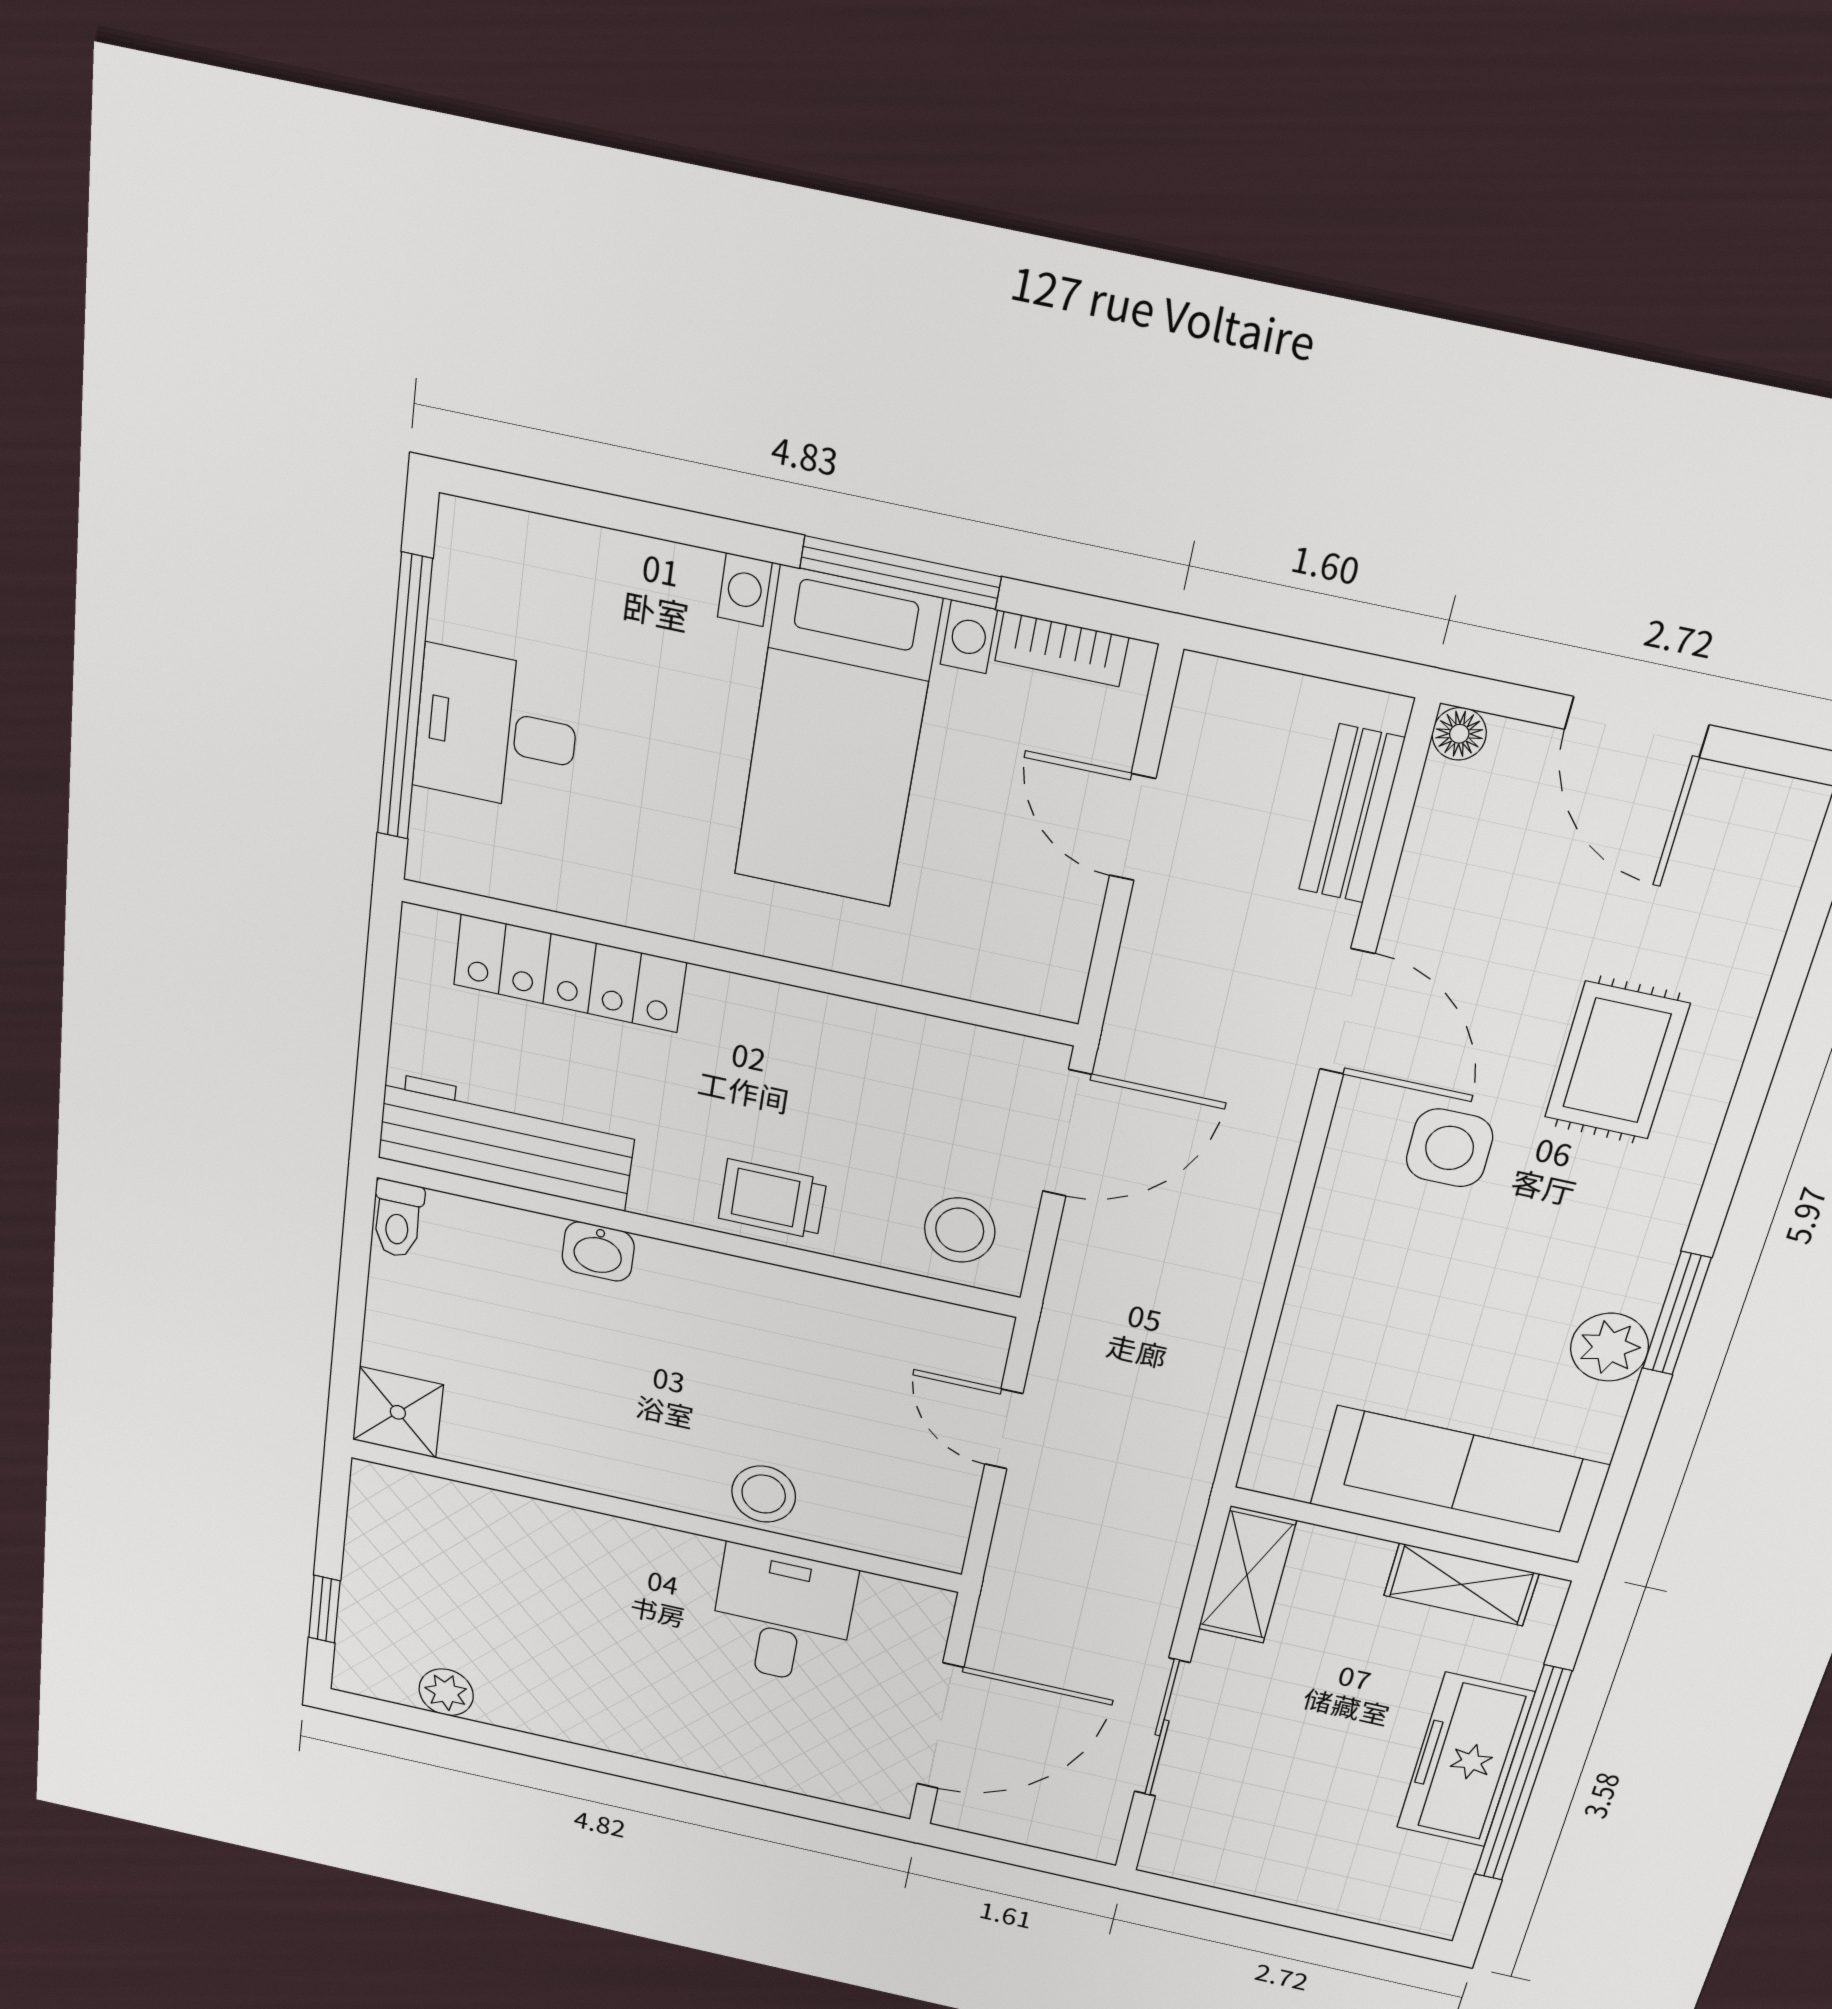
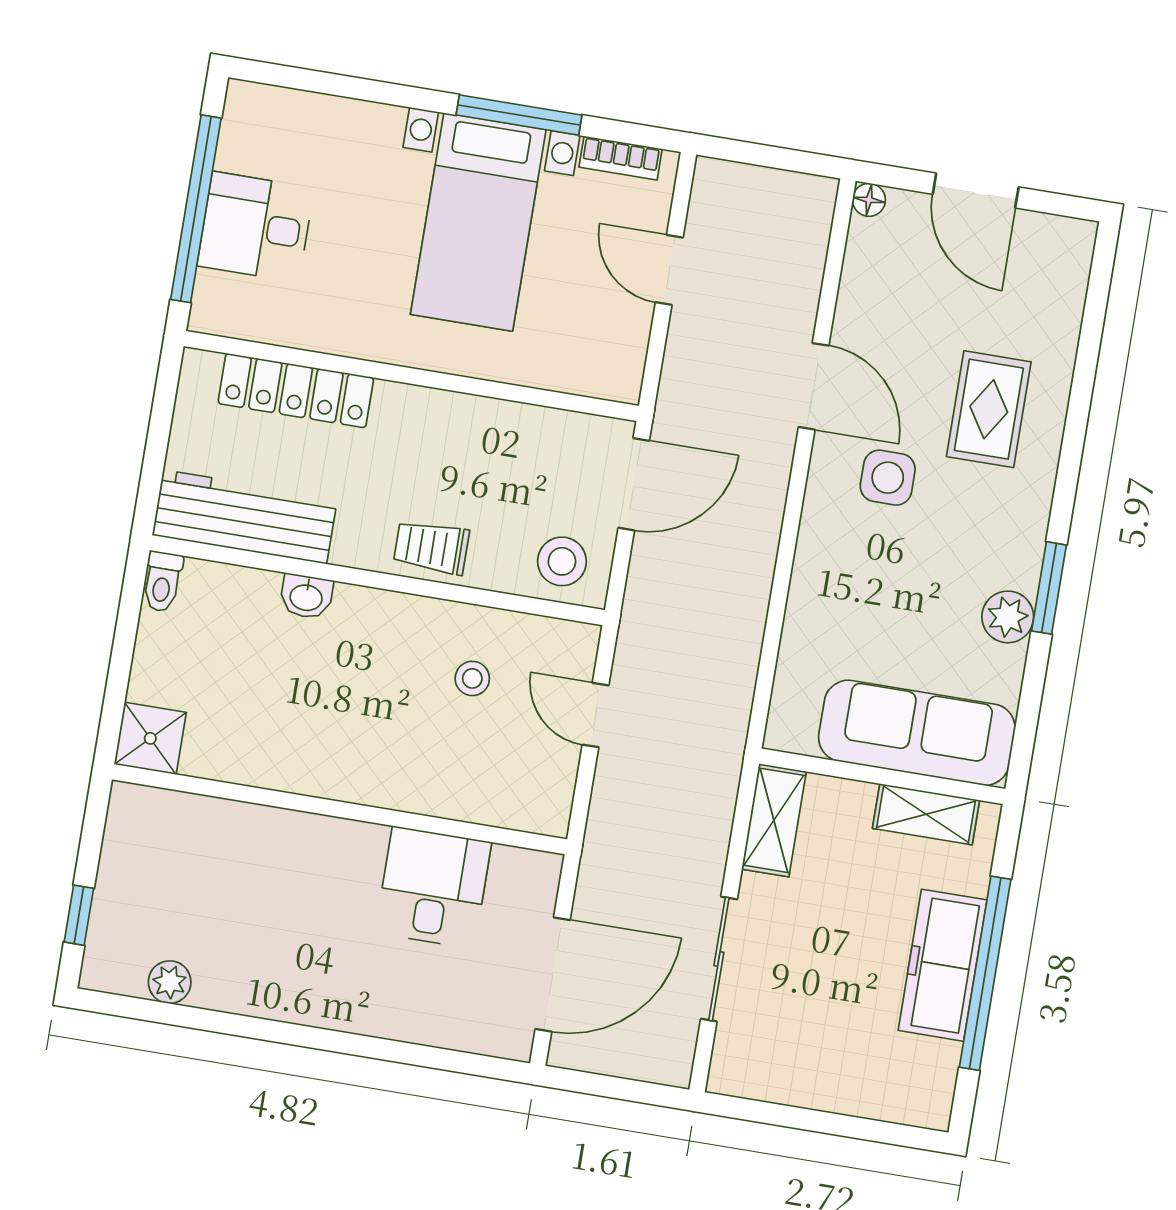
bench: (1351, 814) -> (807, 254), removed
stool: (764, 1494) -> (472, 678), moved, width x0.73, depth x0.73

